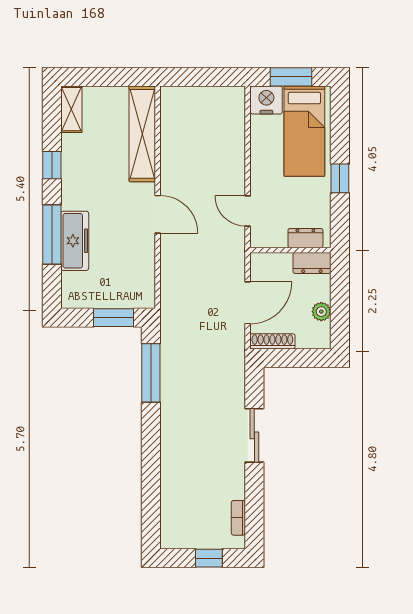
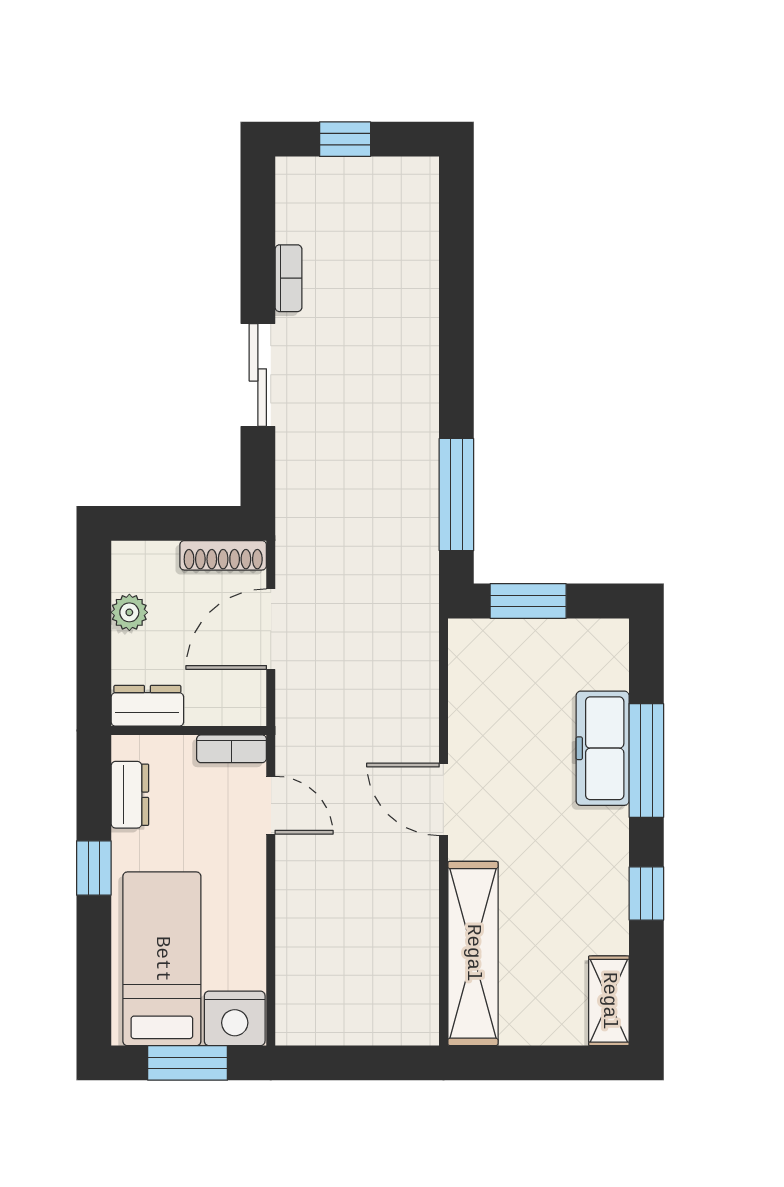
dresser: (305, 238) -> (130, 795), moved, turned -90
bookcase: (268, 241) -> (232, 749), added
bookcase: (238, 518) -> (288, 278), moved

